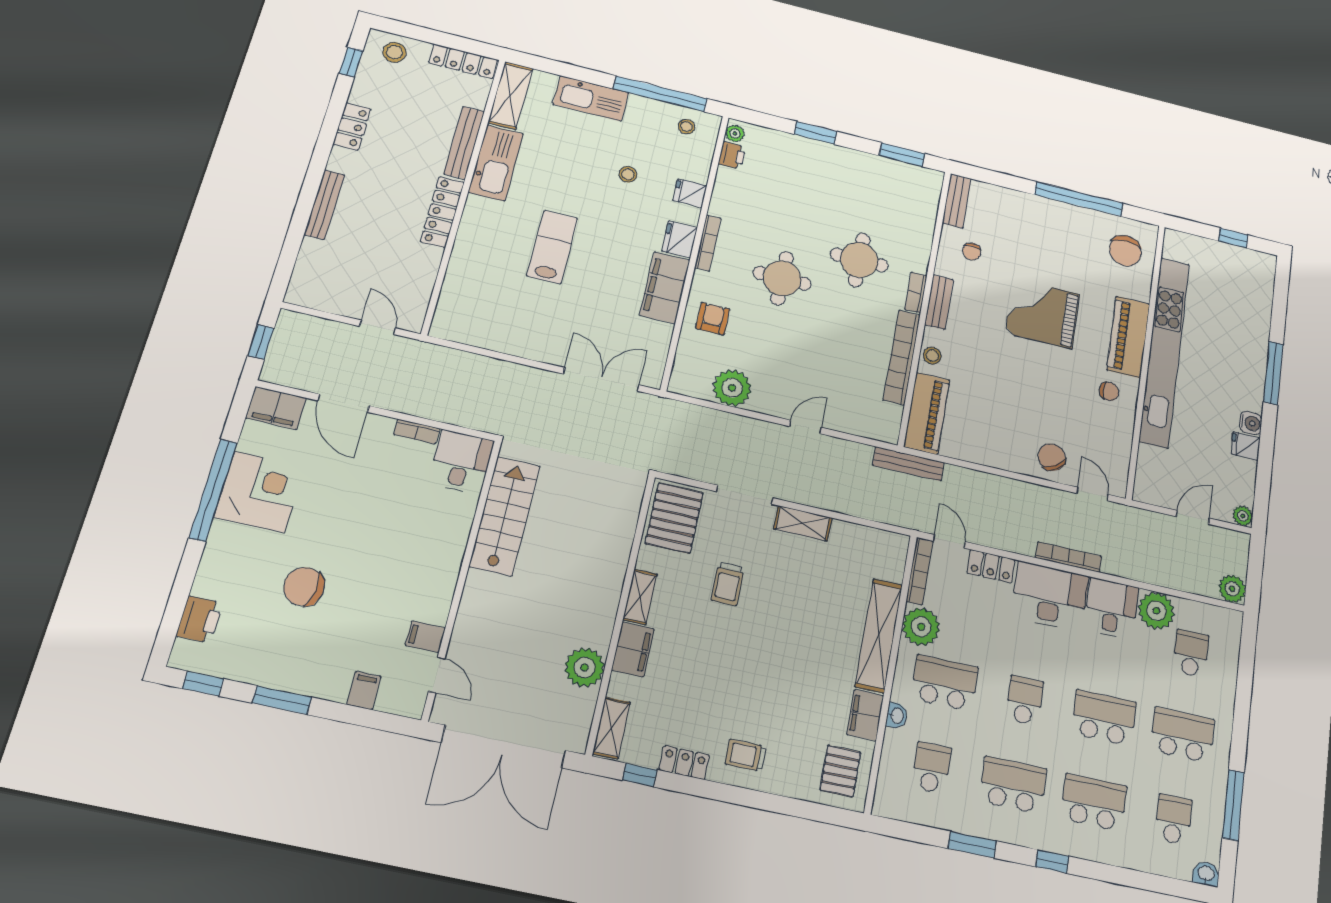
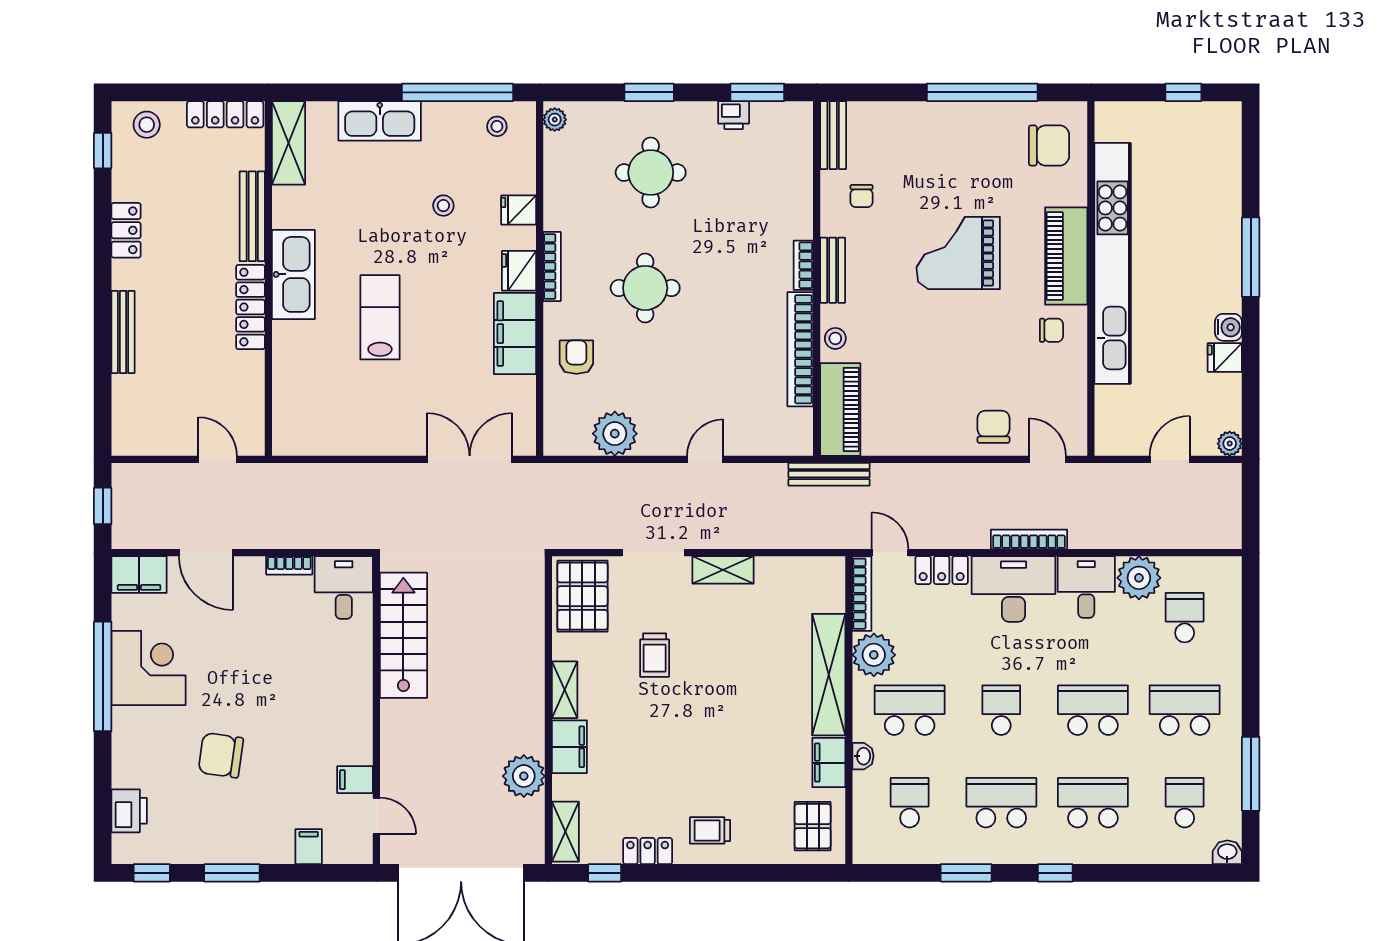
printer: (732, 155) -> (734, 115), moved, turned 90
kitchen sink: (496, 163) -> (293, 274), moved
chair: (1125, 251) -> (1049, 145), turned -90
round table: (859, 260) -> (651, 173), moved
chair: (1052, 457) -> (994, 427), turned 33
plant: (1232, 589) -> (1225, 533), removed

